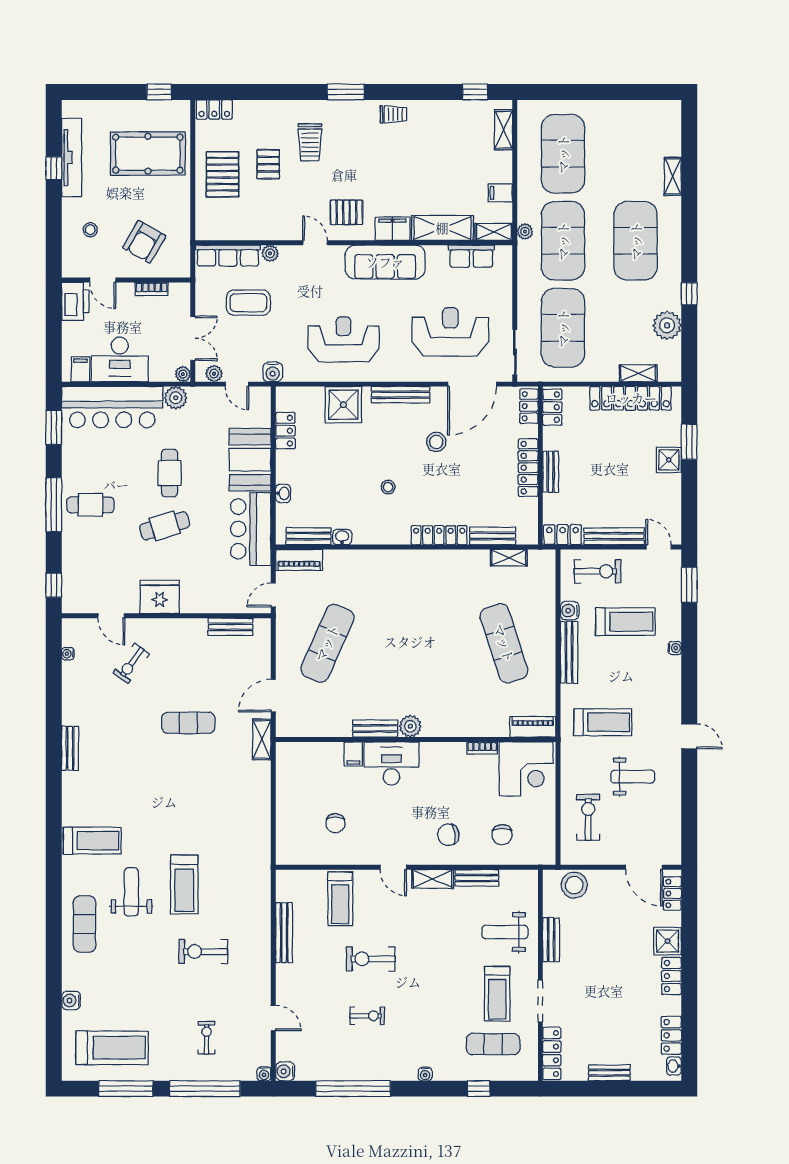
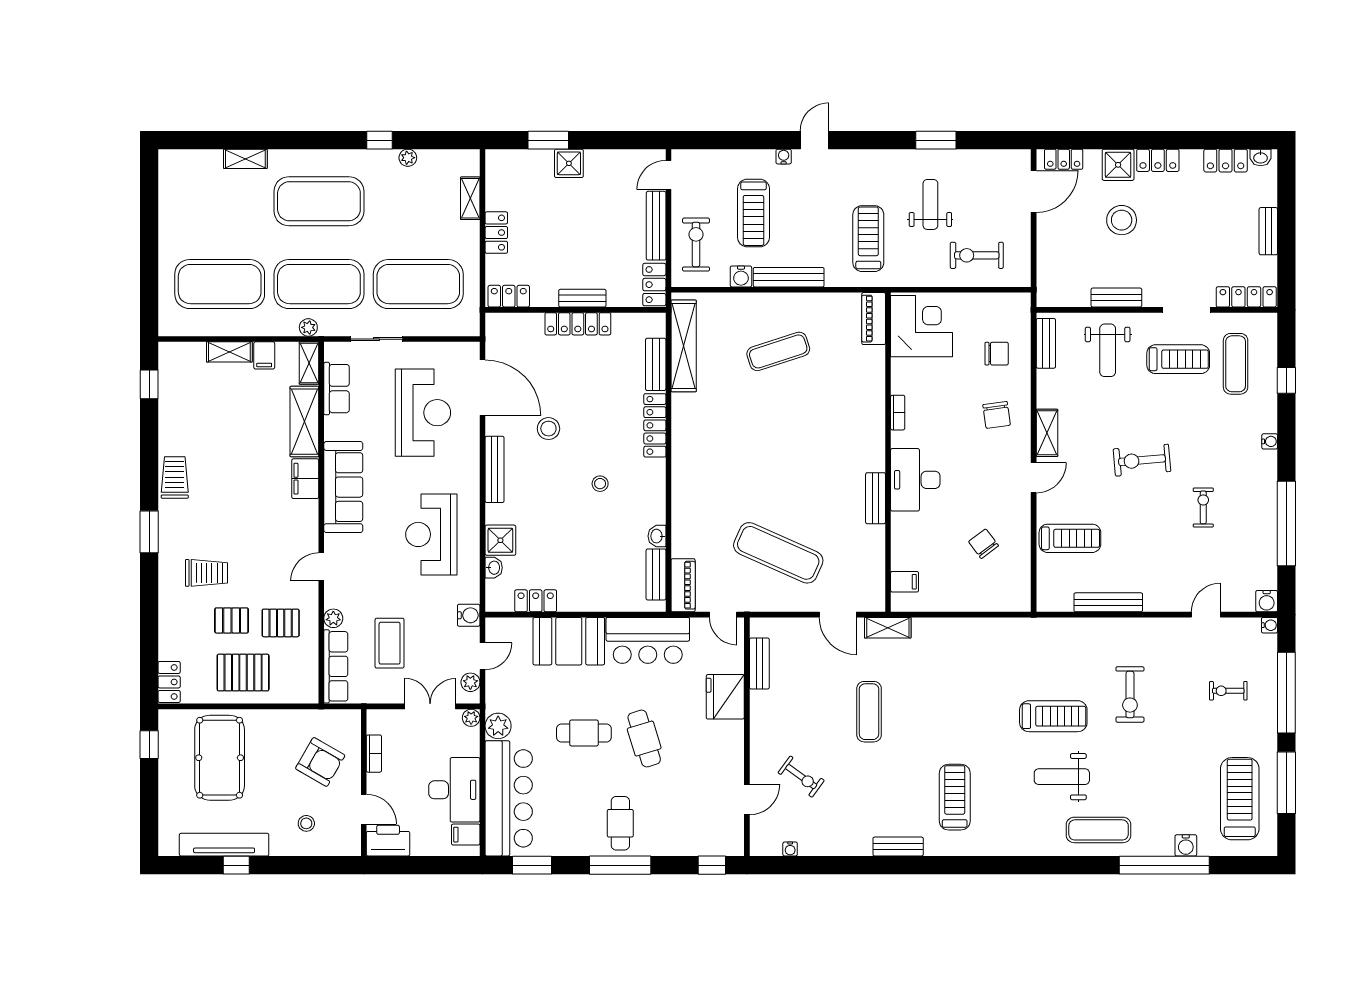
trolley: (394, 114) -> (175, 477), width x1.36, depth x1.39
shelving: (504, 130) -> (229, 352), moved
pallet: (346, 212) -> (281, 623), moved, turned 90
door: (103, 280) -> (364, 809), hinge flipped
plant: (667, 325) -> (408, 158), width x0.53, depth x0.53
reception desk: (450, 332) -> (423, 413), turned 180
sliding door: (515, 352) -> (377, 339), moved
locker: (631, 398) -> (496, 233), width x0.46, depth x0.83
shower: (343, 405) -> (500, 540), width x0.73, depth x0.73
locker: (529, 406) -> (508, 323), removed
washbasin: (283, 493) -> (494, 568), moved, turned 90
shelving: (509, 558) -> (684, 346), width x2.20, depth x1.33
window: (689, 585) -> (936, 140), moved
fridge: (160, 597) -> (725, 697), moved
treadmill: (625, 622) -> (753, 213), turned 180
exercise mat: (504, 643) -> (778, 351), width x0.73, depth x0.69
plant: (410, 726) -> (873, 458), removed
door: (689, 736) -> (815, 140), moved
bookcase: (482, 748) -> (898, 413), moved
filing cabinet: (353, 754) -> (905, 582), moved
chair: (335, 823) -> (983, 544), turned -127
treadmill: (92, 841) -> (955, 797), moved
bench: (477, 878) -> (1046, 343), moved
stool: (574, 885) -> (1122, 220), moved
exercise bike: (371, 959) -> (1142, 460), moved, turned 85
window: (54, 982) -> (1164, 865), added

